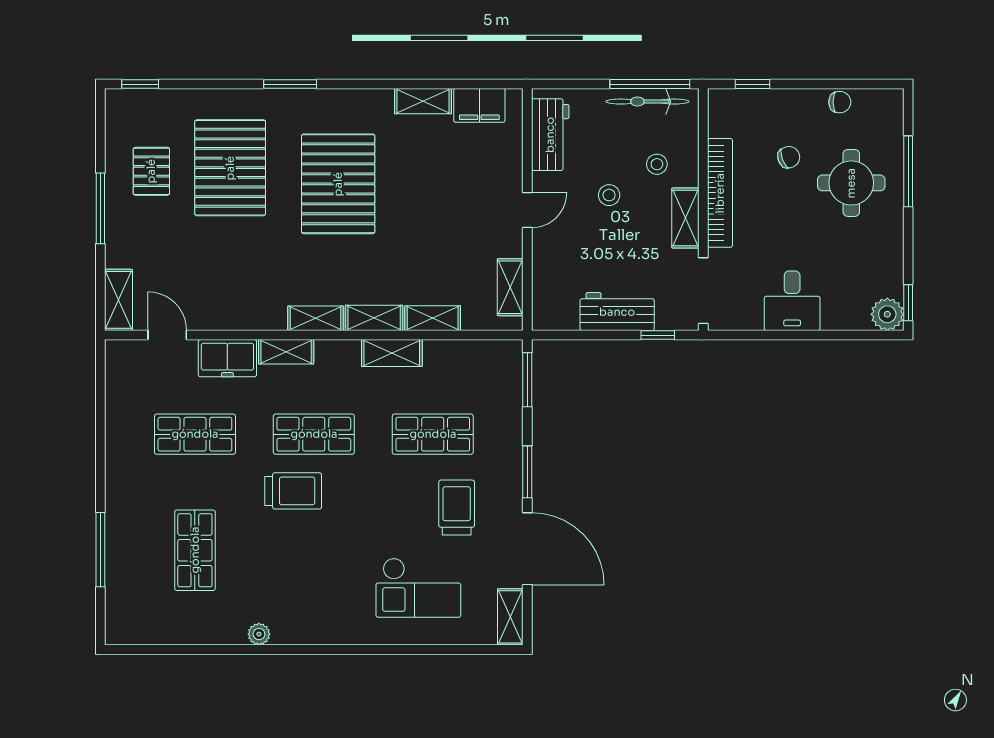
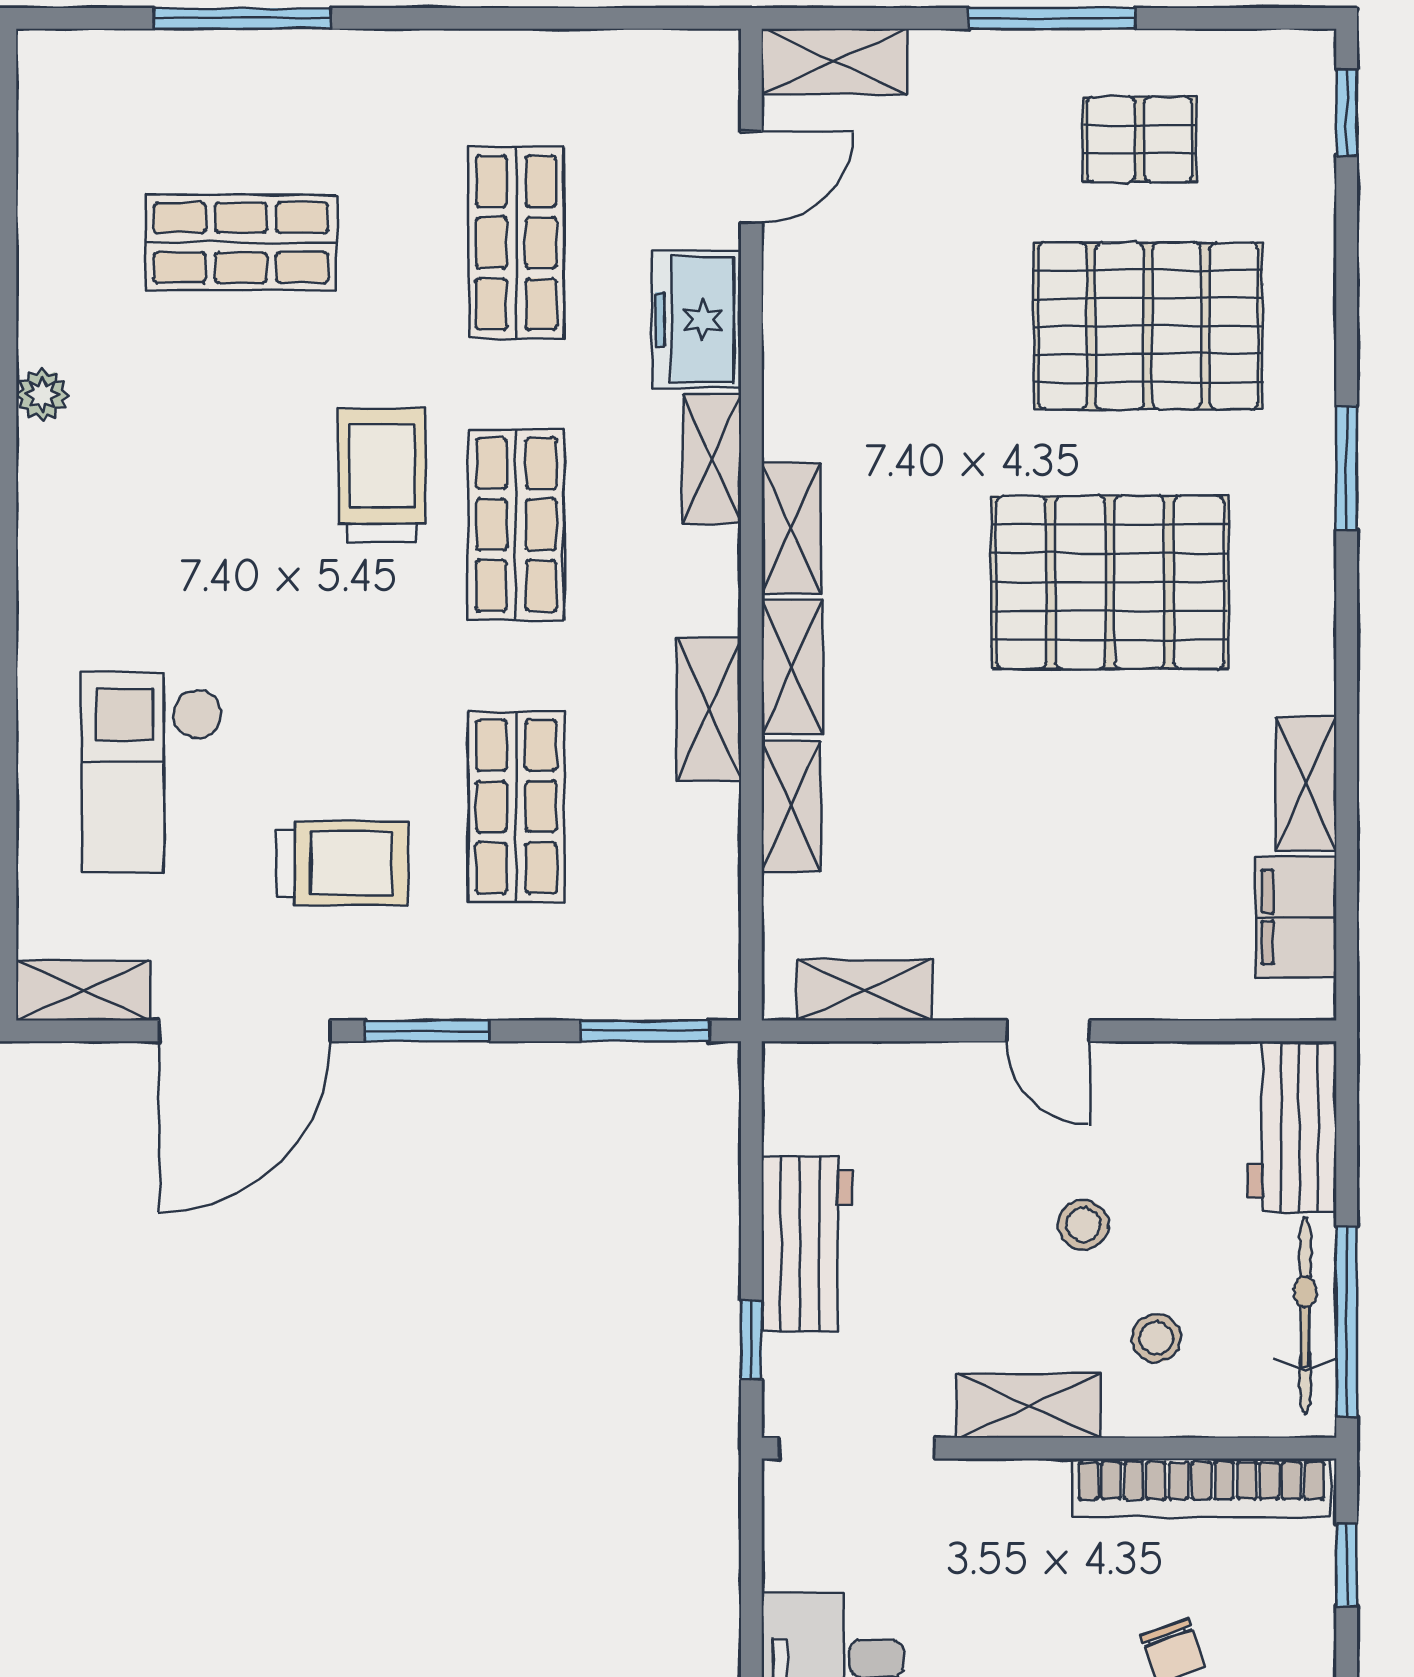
workbench: (550, 135) -> (1292, 1126), moved, turned 90
bookcase: (720, 193) -> (1201, 1488), moved
trolley: (293, 491) -> (382, 475), turned 180

